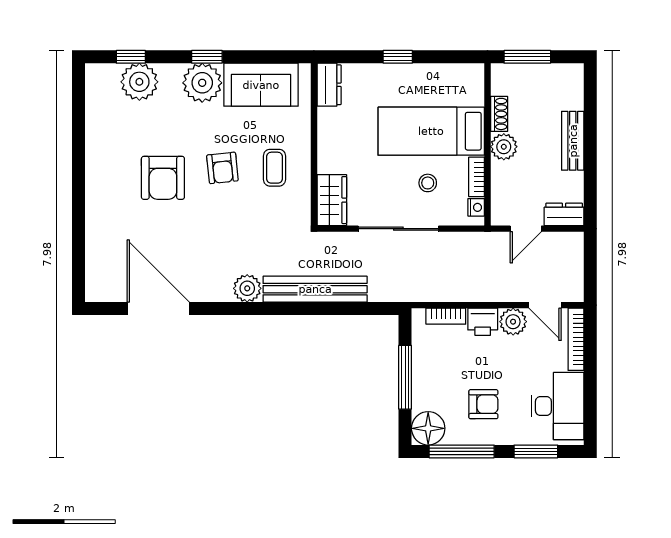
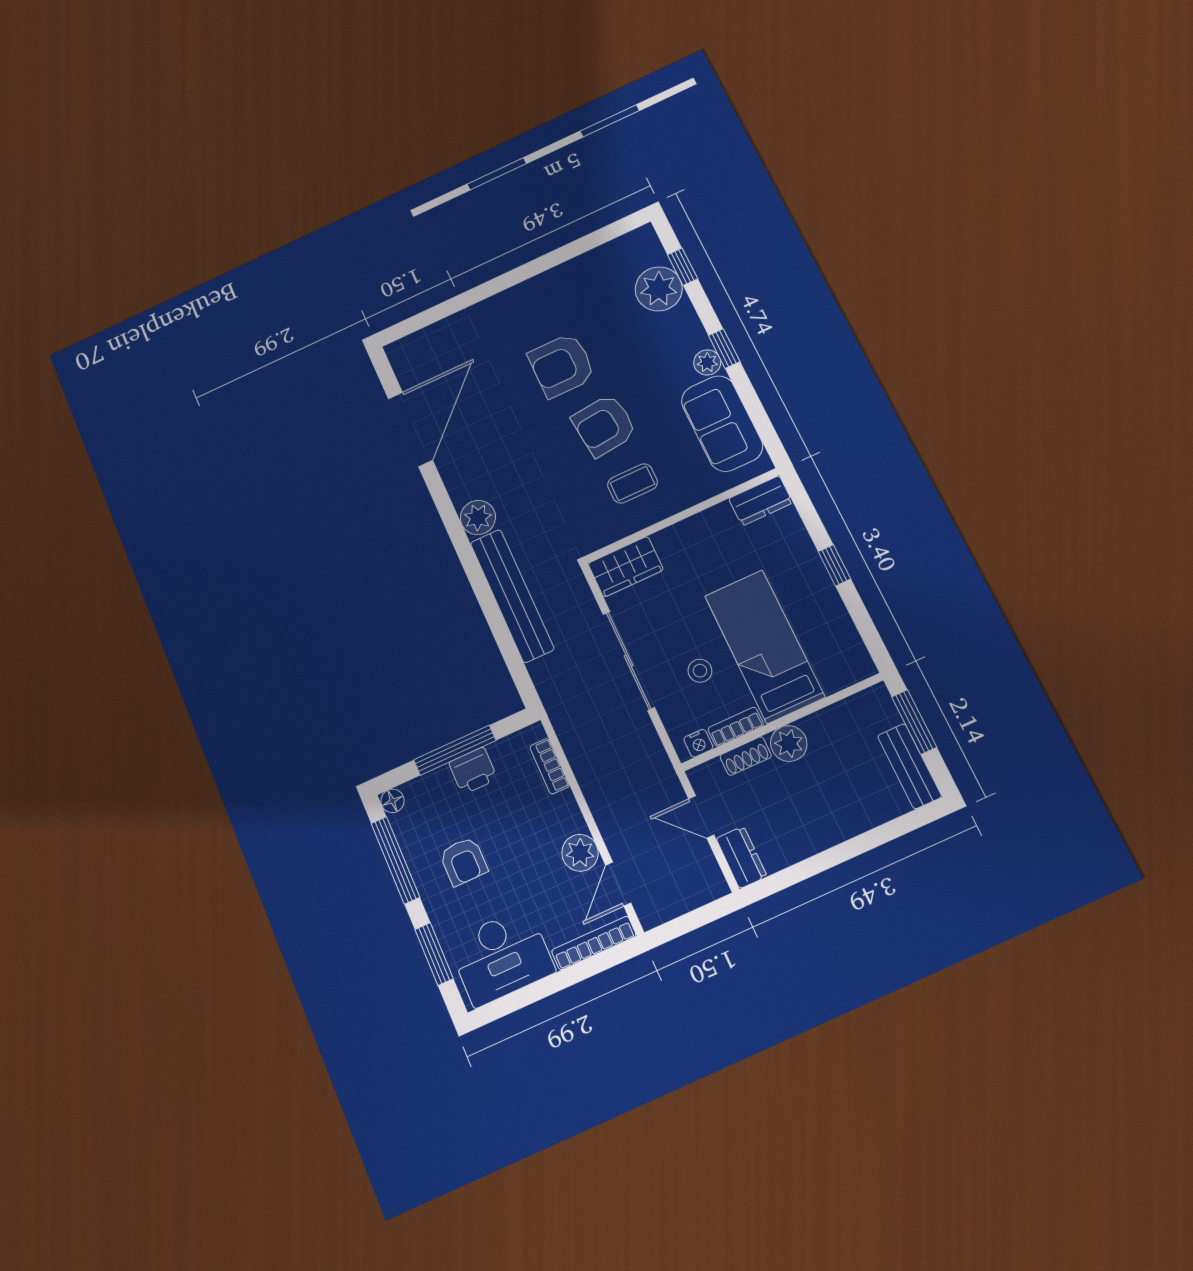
plant: (202, 83) -> (707, 362), width x0.53, depth x0.53
shoe rack: (499, 114) -> (746, 756), moved
bench: (573, 141) -> (909, 766), moved, turned 90
armchair: (222, 168) -> (604, 425), width x1.38, depth x1.38
printer: (483, 322) -> (473, 771), moved, turned -90
floor lamp: (428, 428) -> (392, 801), width x0.53, depth x0.53

